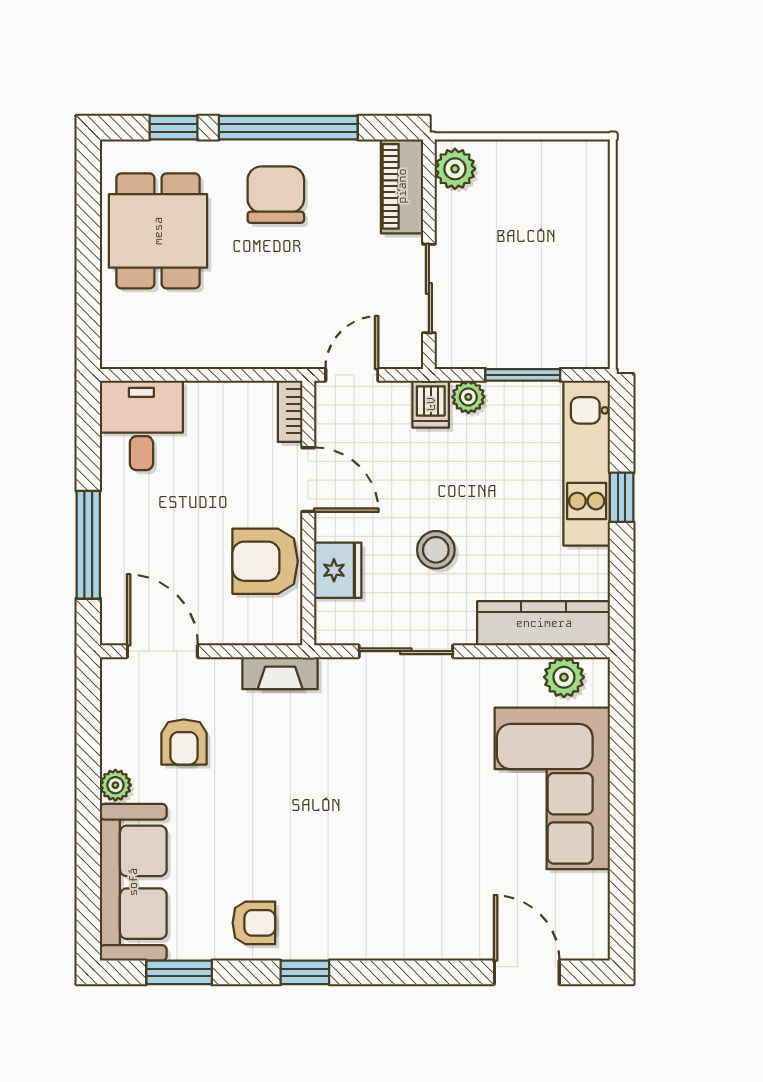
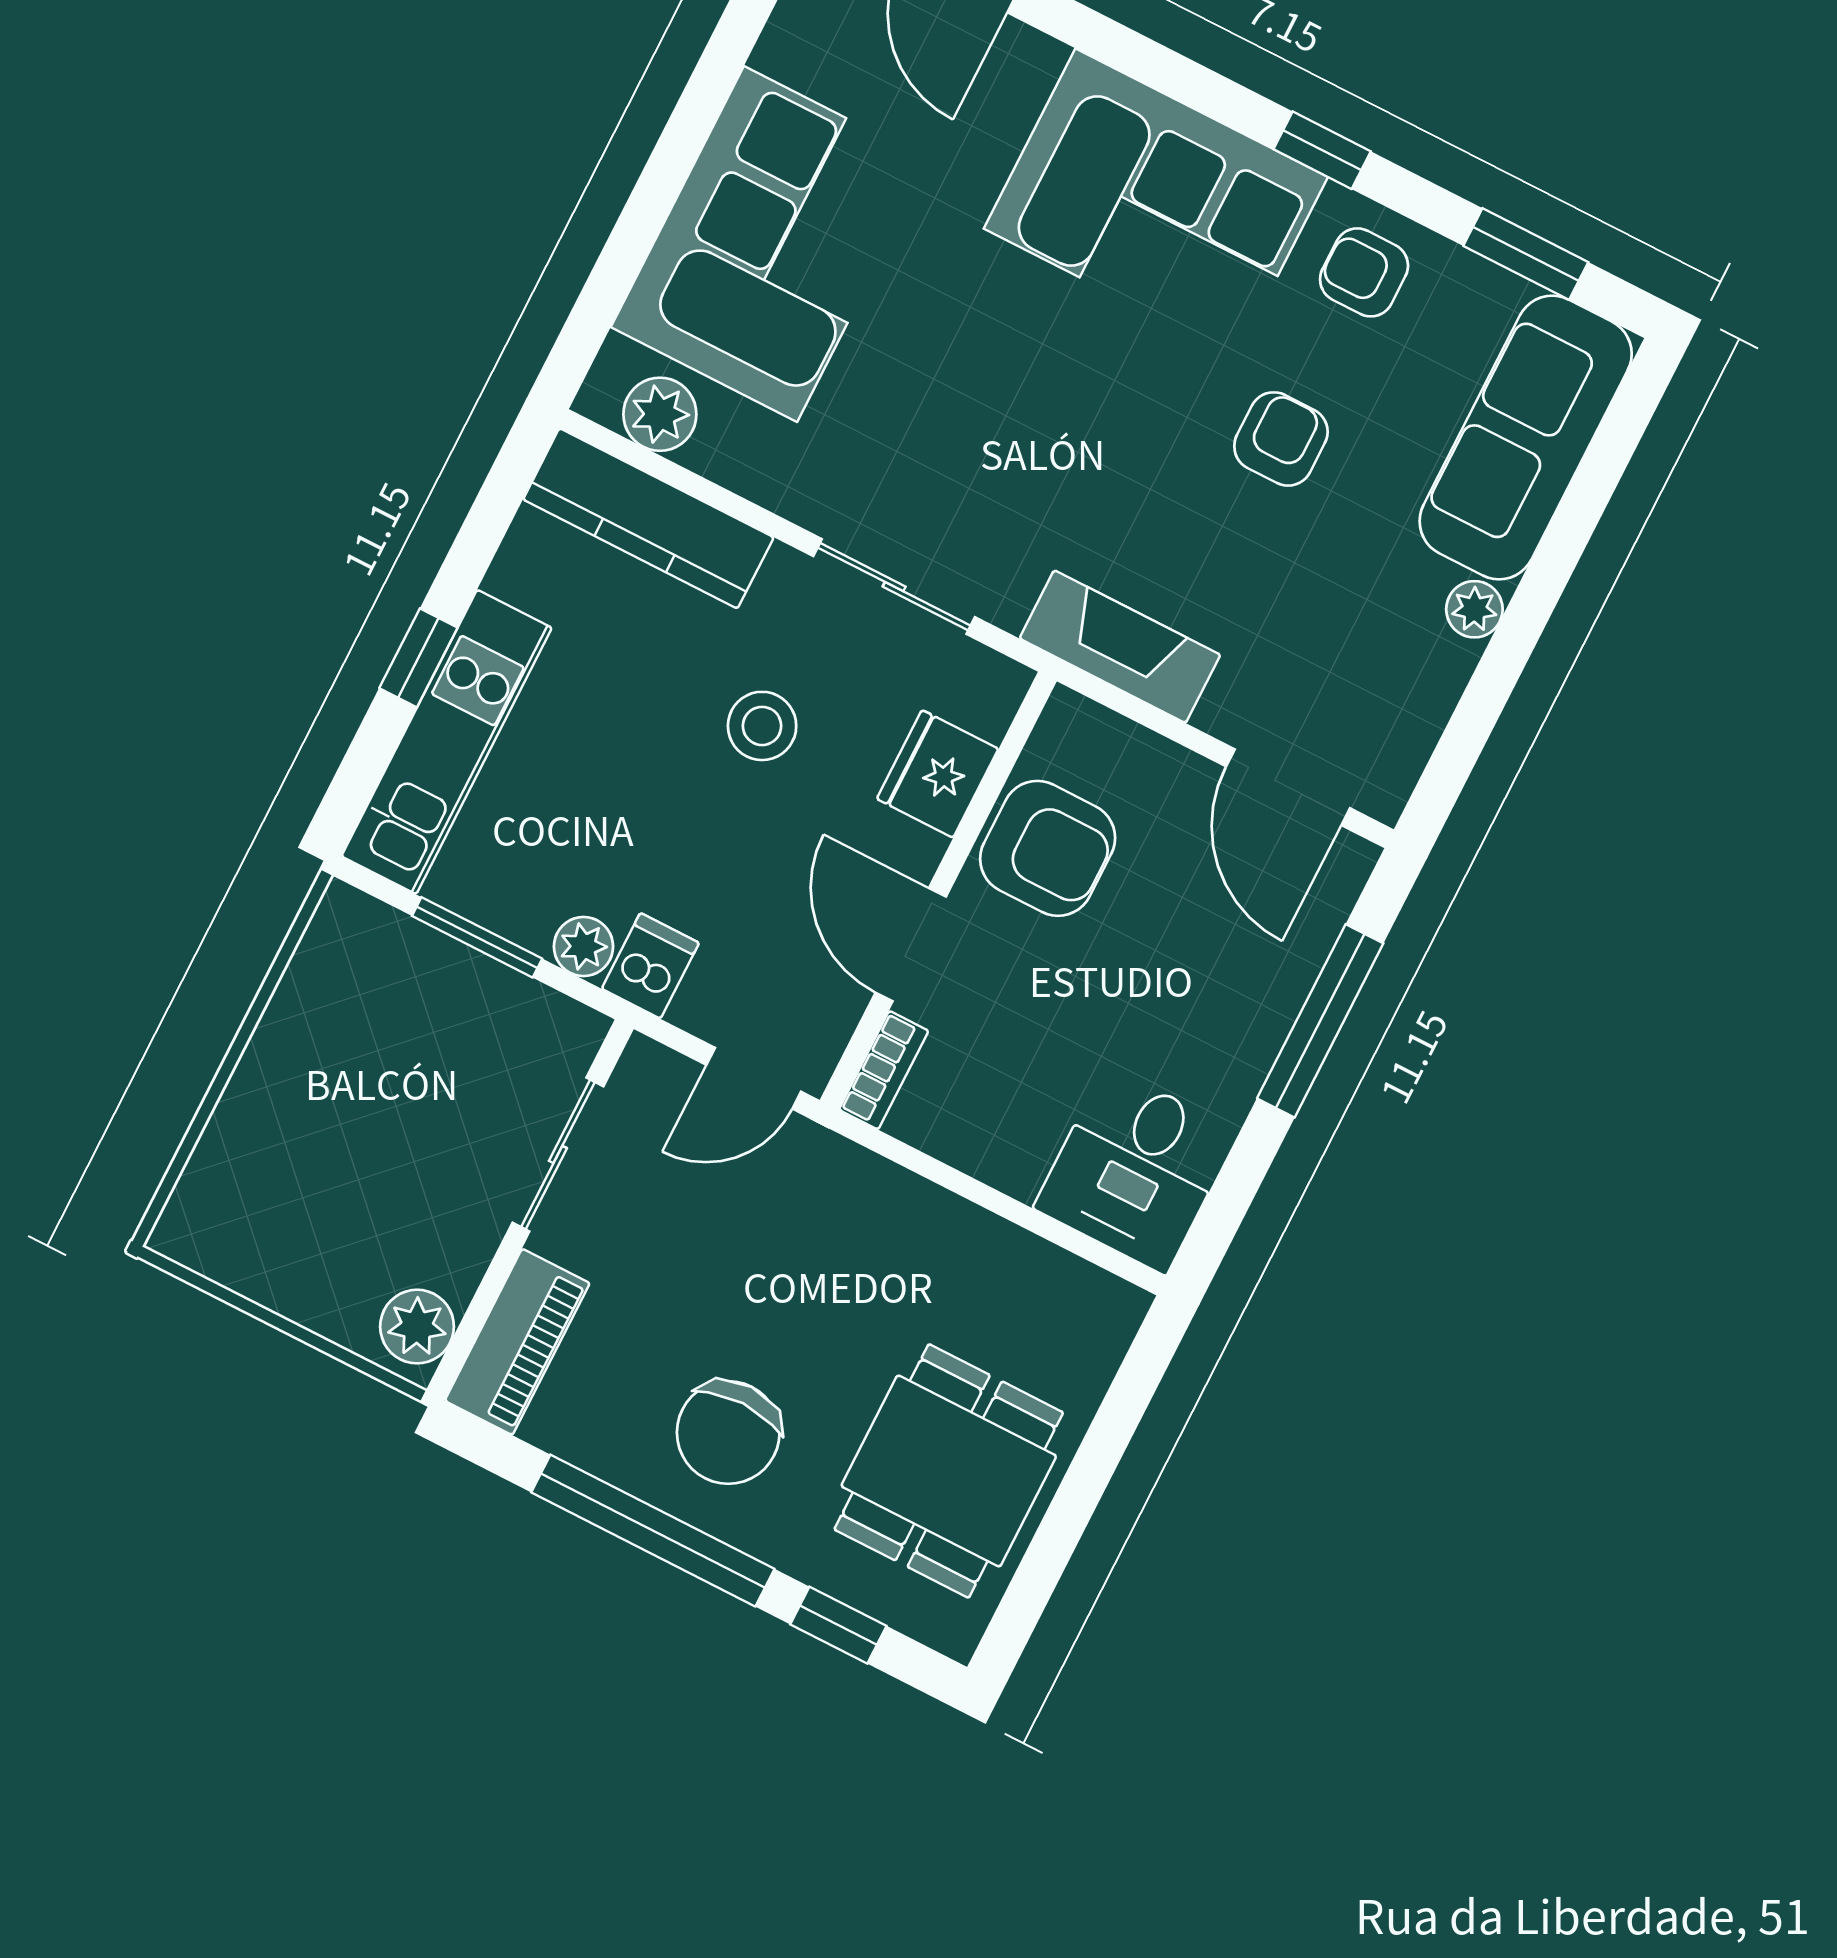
fireplace: (280, 673) -> (1120, 647), width x1.37, depth x1.32
armchair: (184, 742) -> (1281, 439), moved
corner sofa: (373, 905) -> (1156, 203), added

